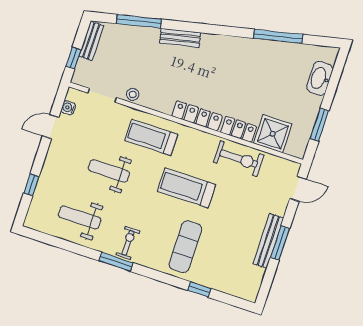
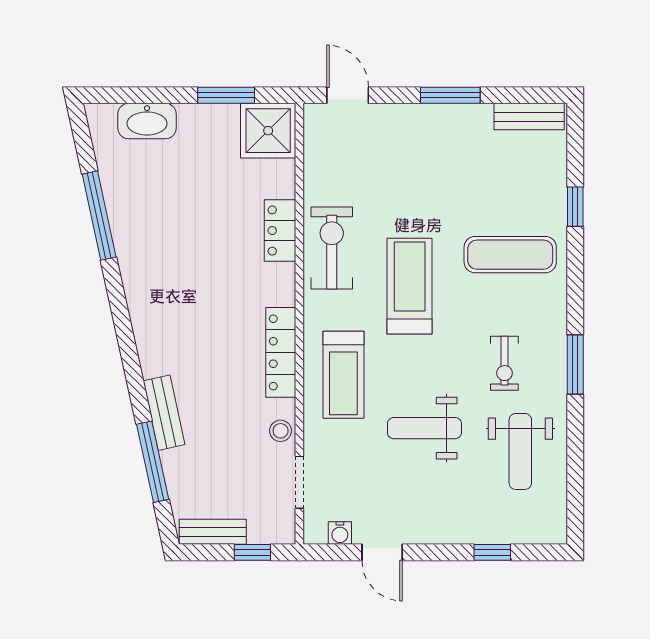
bench: (180, 38) -> (164, 413), moved
locker: (197, 116) -> (281, 352), moved
shower: (273, 134) -> (268, 131), moved
exercise bike: (239, 159) -> (332, 248), moved
weight bench: (109, 171) -> (424, 428), turned 90
treadmill: (186, 188) -> (410, 286), turned 180
bench: (268, 241) -> (529, 117), moved, width x0.73
exercise bike: (128, 243) -> (504, 363), moved, turned -90

